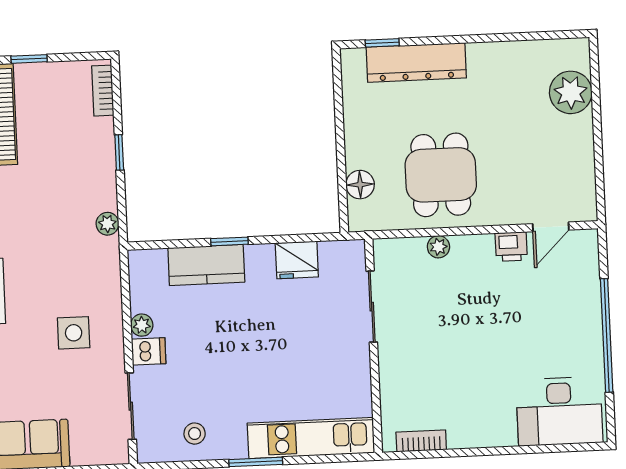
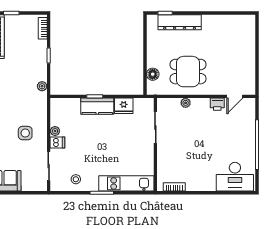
plant: (571, 92) -> (246, 38), removed
dining table: (441, 175) -> (188, 72), turned 90
kitchen counter: (206, 265) -> (97, 106), moved

